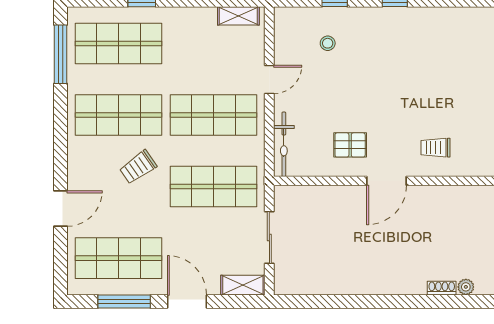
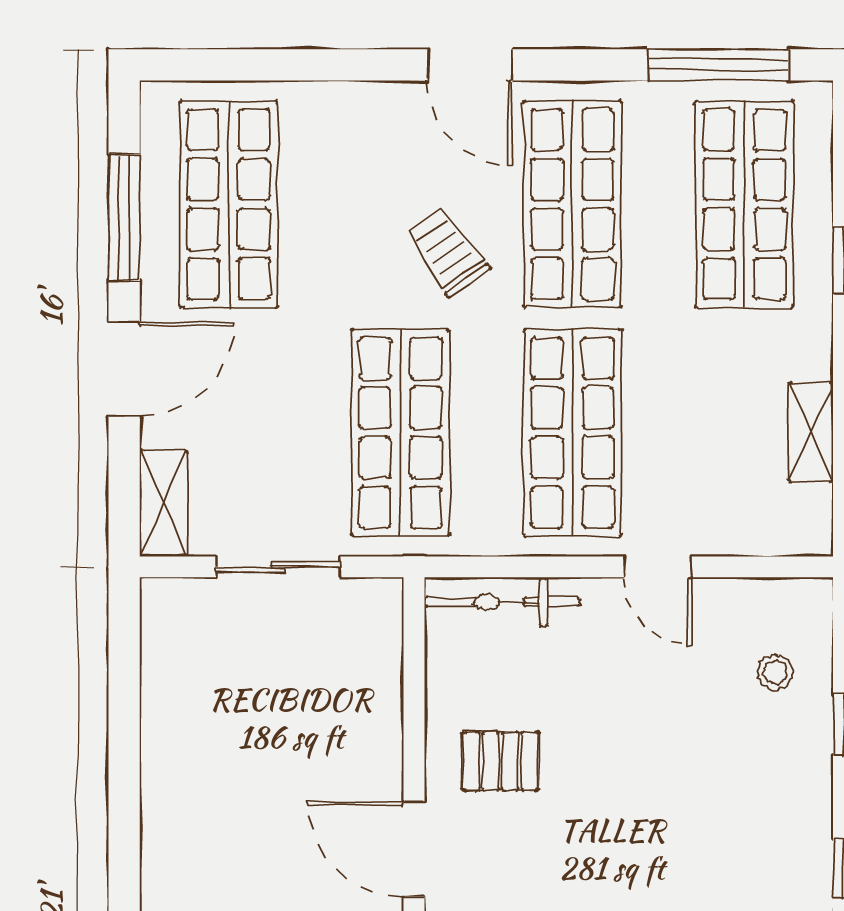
shelving: (238, 16) -> (811, 432), moved
stool: (328, 43) -> (775, 673), moved
pallet: (350, 145) -> (501, 761), turned 90
door: (60, 209) -> (470, 65), moved

